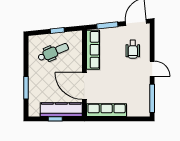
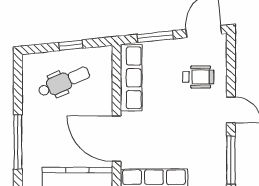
wheelchair: (133, 49) -> (198, 77), turned -90
window: (26, 88) -> (18, 142), width x1.44

